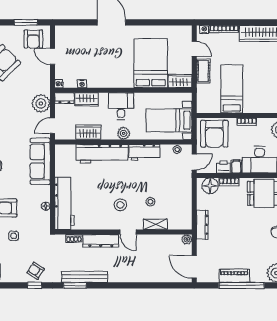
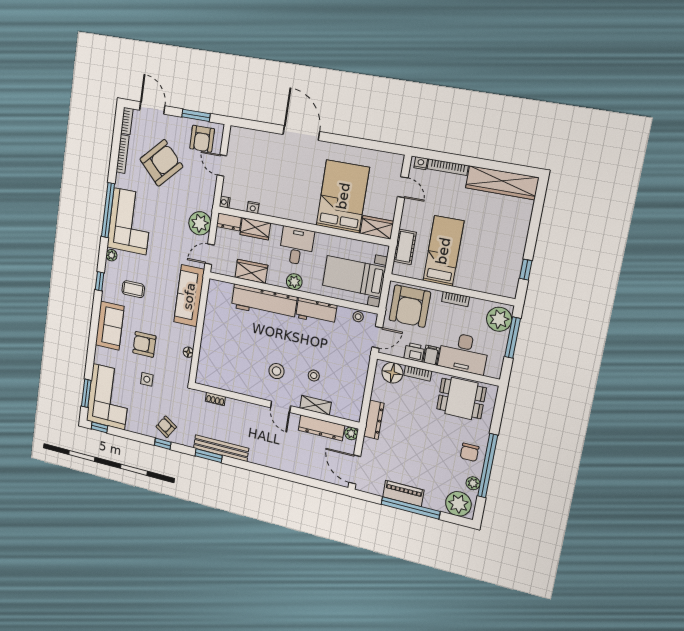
cot: (203, 71) -> (405, 247), moved
workbench: (64, 203) -> (210, 354), removed
dresser: (101, 241) -> (321, 428), moved

